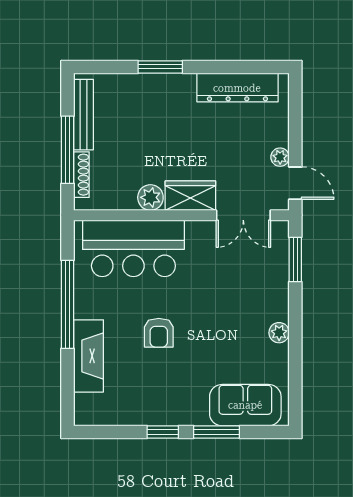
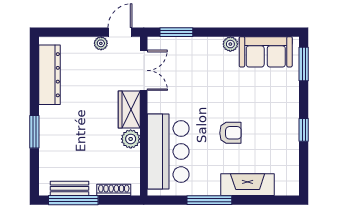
bench: (83, 115) -> (69, 188), width x0.73
window: (68, 150) -> (73, 200), moved
window: (68, 304) -> (209, 200), width x0.68
sofa: (245, 405) -> (266, 52), moved, turned -90
window: (216, 432) -> (304, 64), moved

